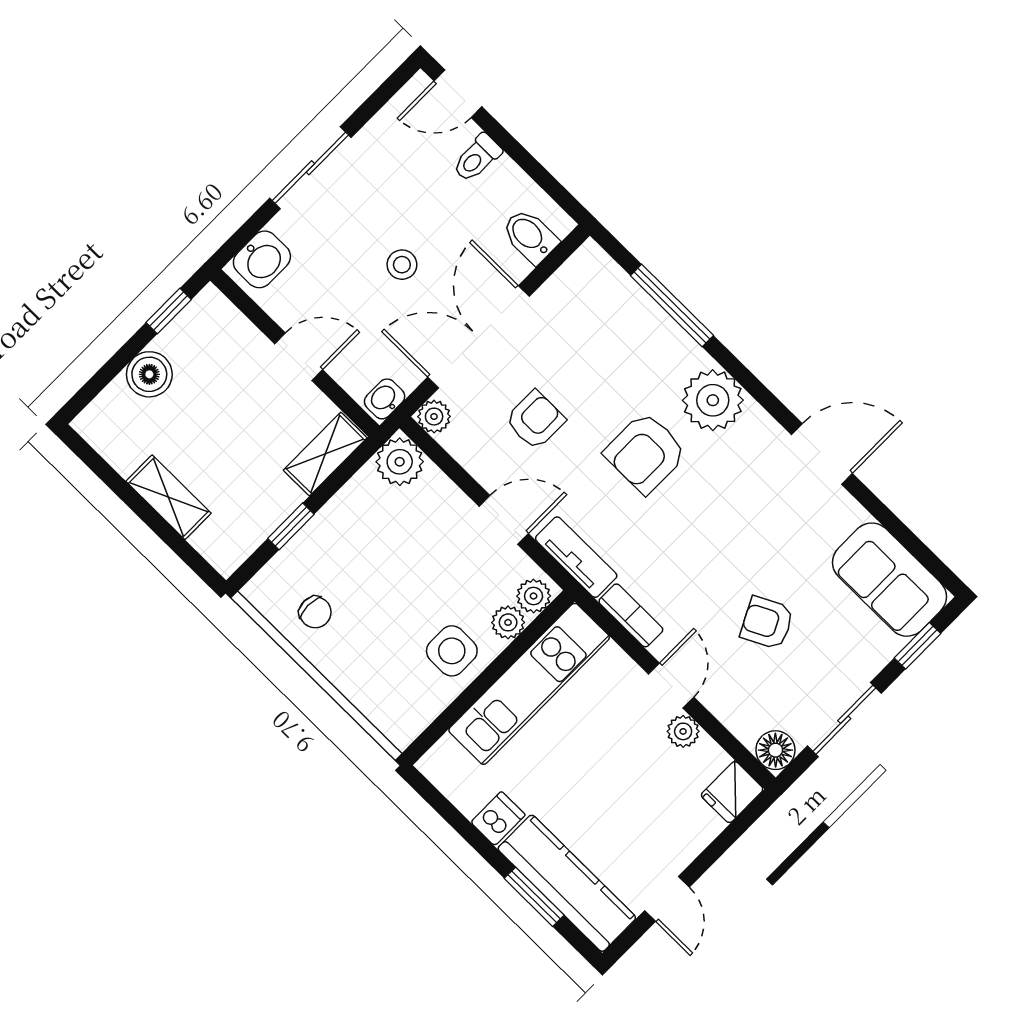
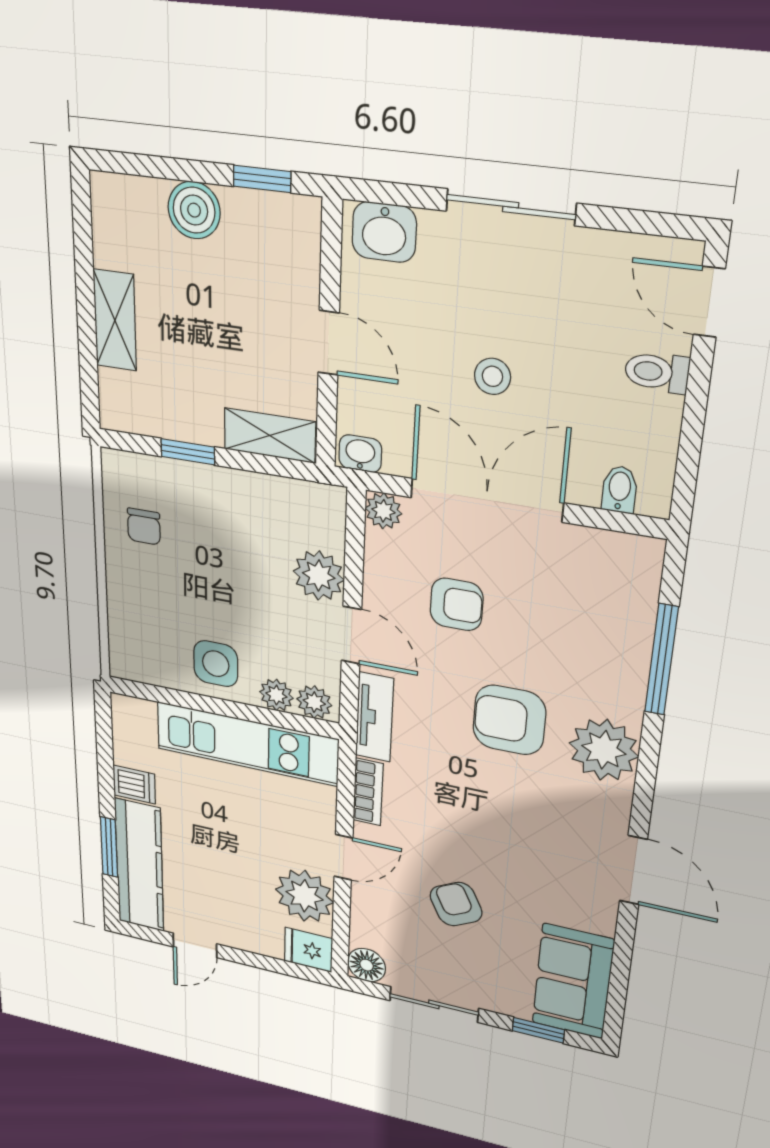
bidet: (530, 236) -> (620, 489), width x0.72, depth x0.74
plant: (400, 462) -> (319, 576), moved
plant: (683, 731) -> (305, 896), width x1.88, depth x1.88

